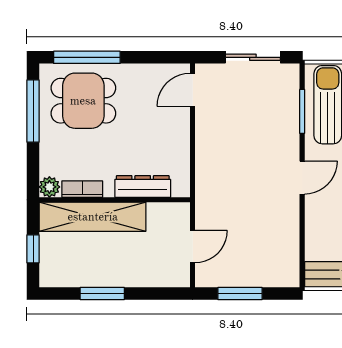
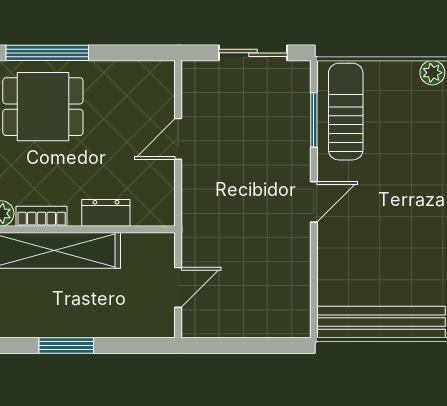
door: (193, 90) -> (178, 139), moved
dresser: (143, 186) -> (106, 213), width x0.70
window: (240, 293) -> (237, 346), removed

